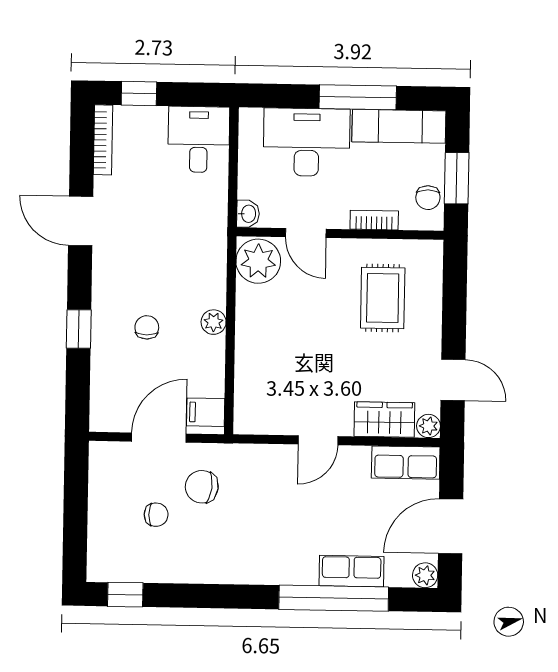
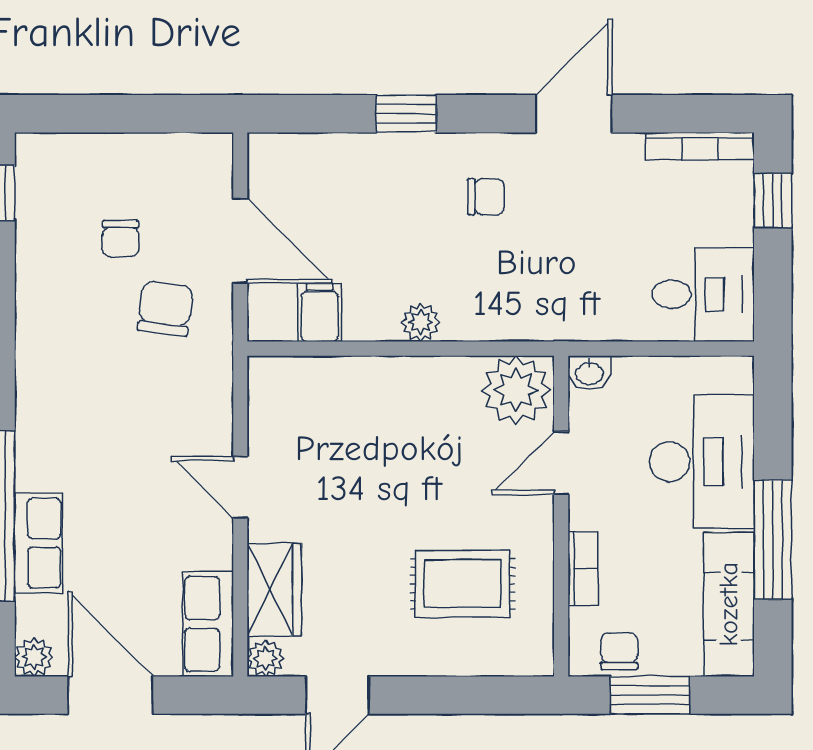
chair: (428, 198) -> (619, 651), turned 90
chair: (147, 327) -> (486, 197), moved
filing cabinet: (206, 412) -> (320, 313), moved

